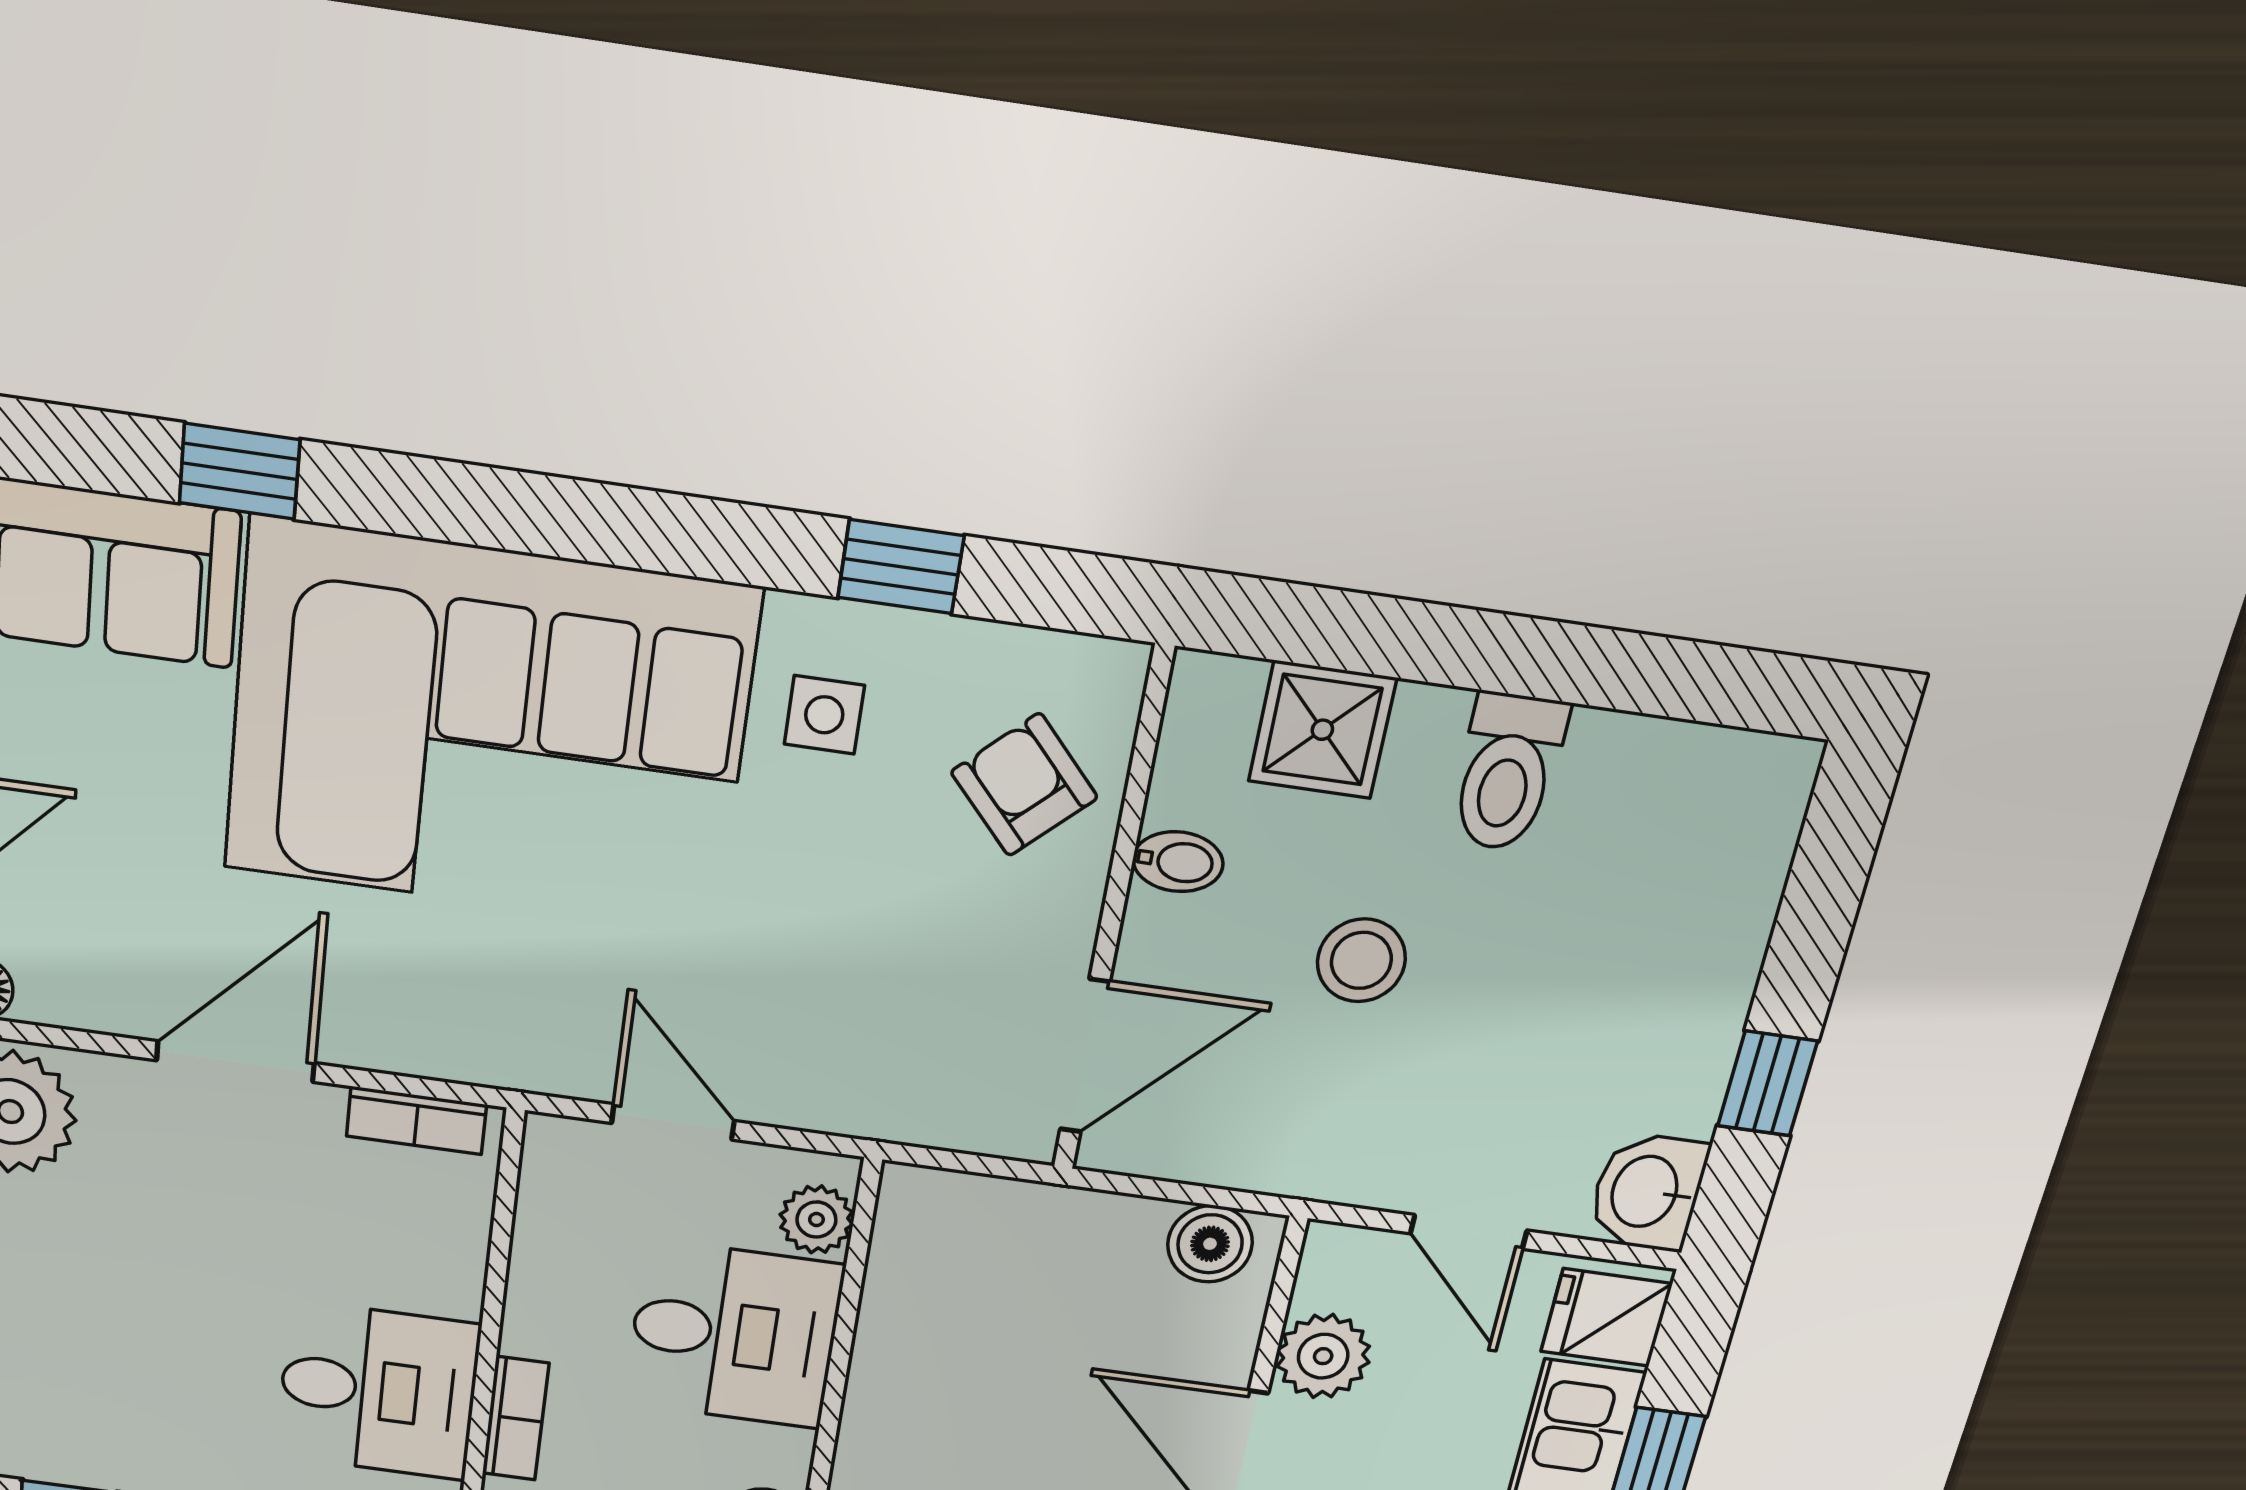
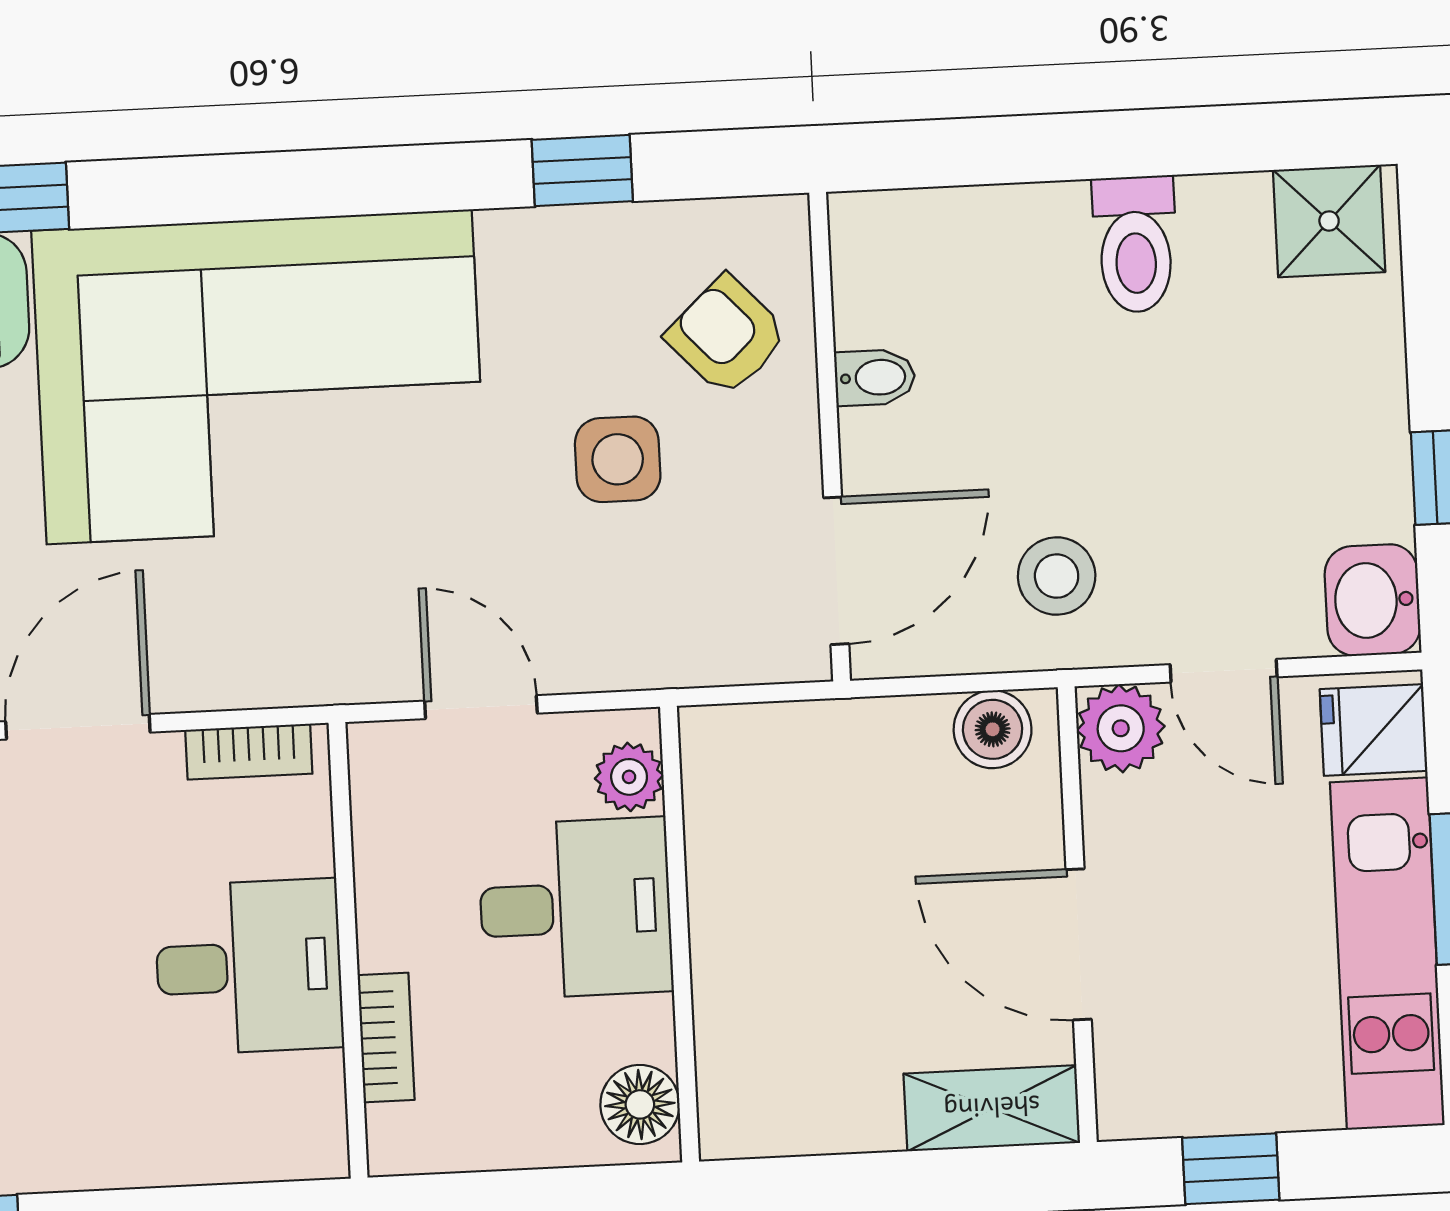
side table: (824, 715) -> (618, 459), moved, width x1.37, depth x1.37
shower: (1322, 730) -> (1329, 221), moved
stool: (1361, 960) -> (1057, 576), moved
plant: (1323, 1356) -> (1121, 728), moved
desk: (378, 1391) -> (249, 967), moved

